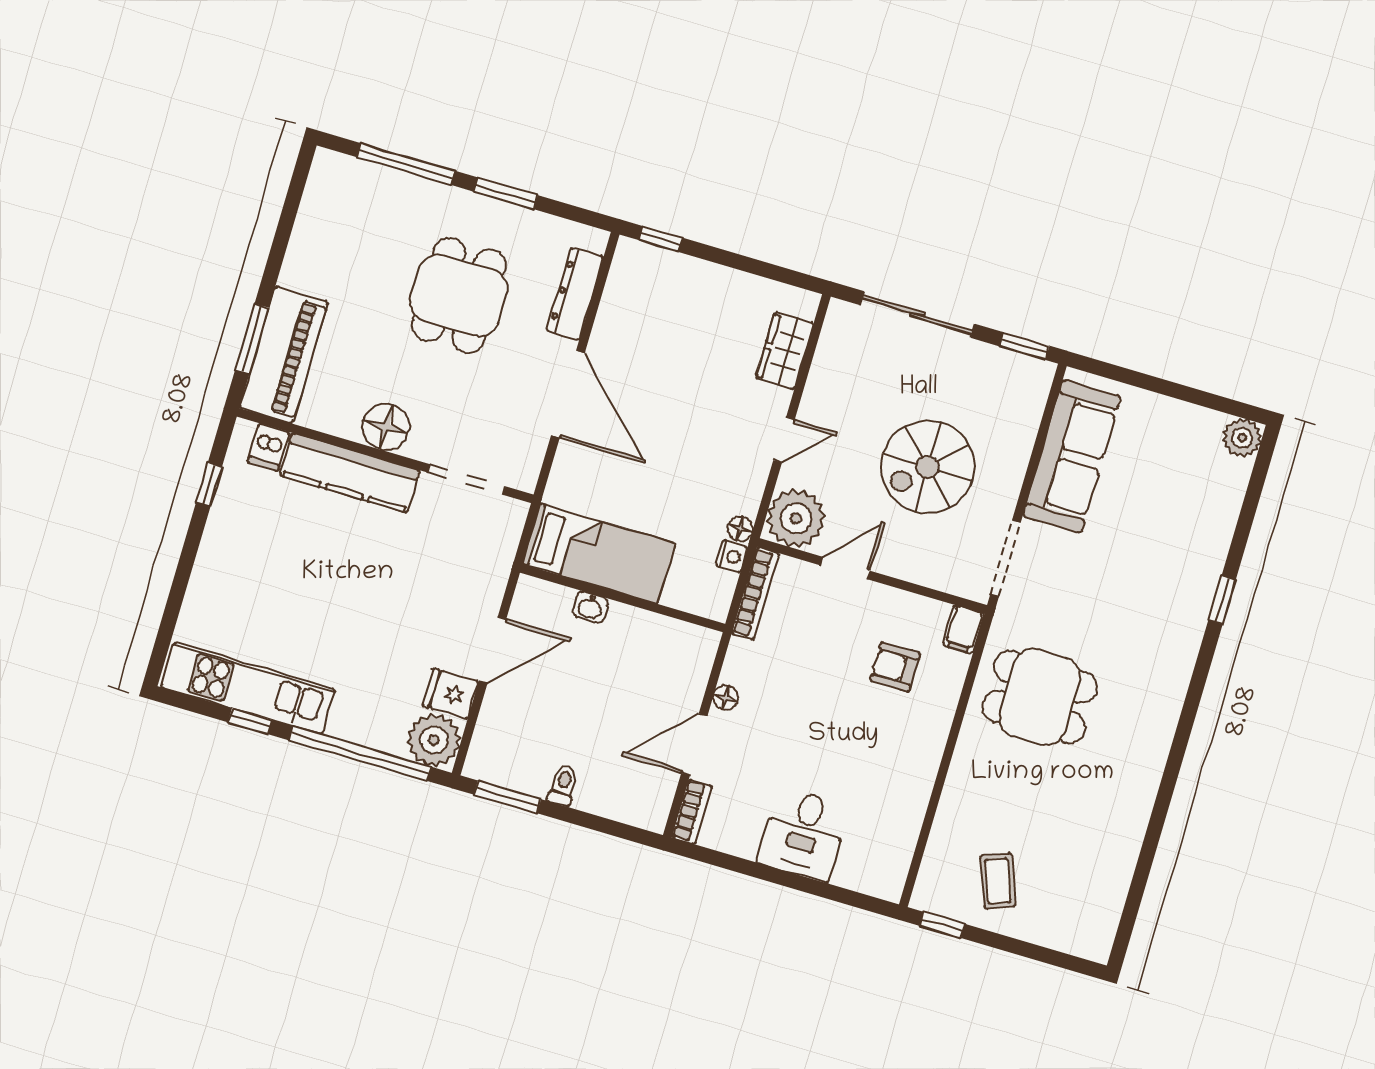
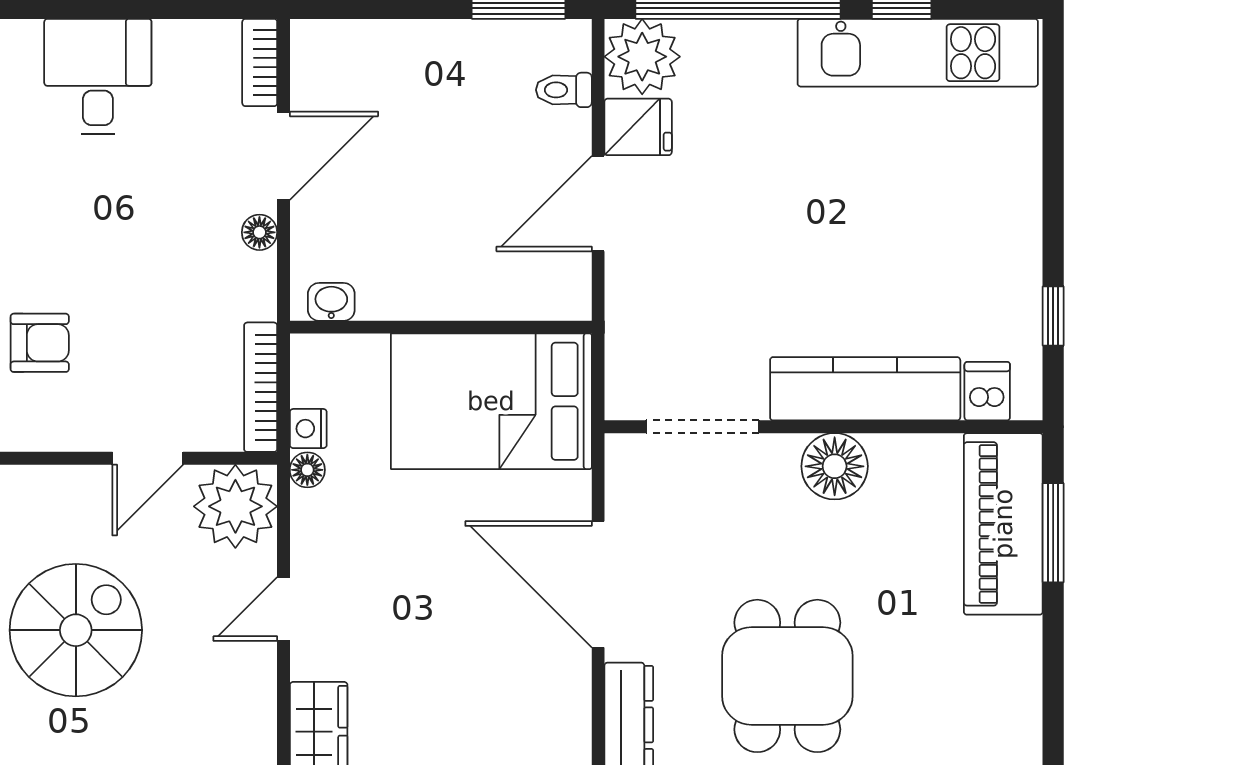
bed: (599, 554) -> (491, 401), width x1.50
washbasin: (590, 607) -> (331, 302), moved
toilet: (563, 785) -> (564, 90), moved, turned 90

